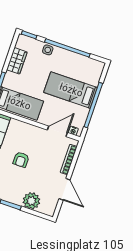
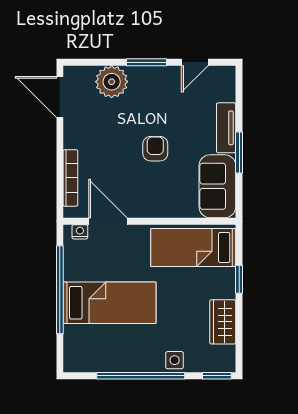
door: (57, 131) -> (108, 221), swing flipped
door: (65, 189) -> (60, 97), moved

